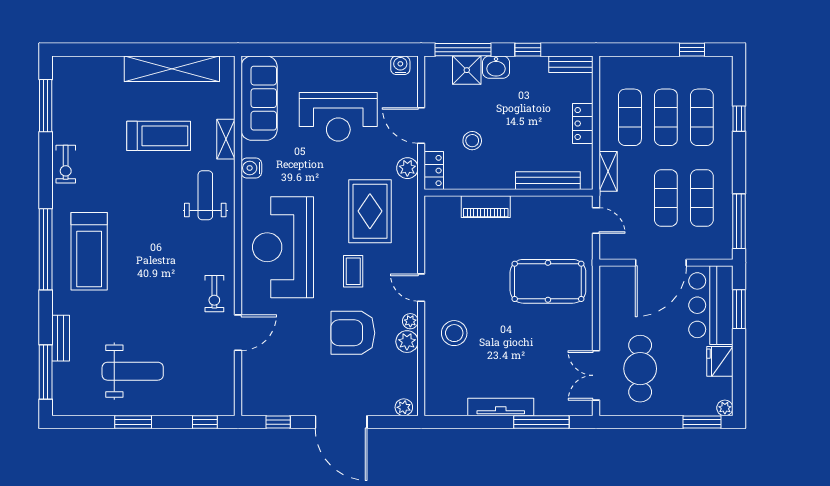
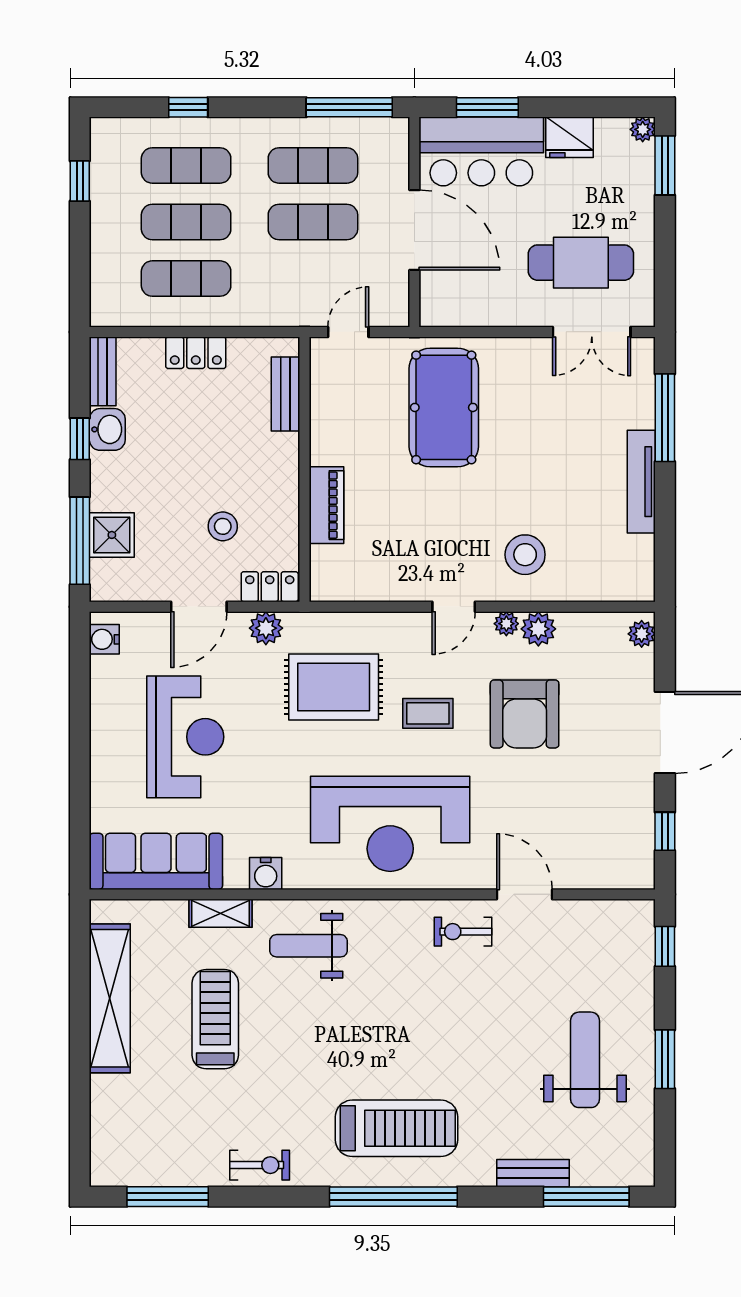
washbasin: (496, 67) -> (107, 429), moved
shelving: (608, 171) -> (271, 313), removed
bench: (548, 181) -> (285, 394), width x0.73
exercise bike: (214, 294) -> (463, 932), turned 180

